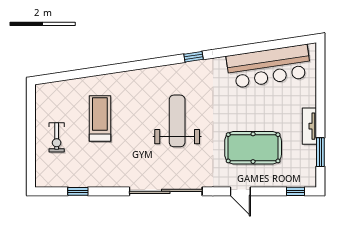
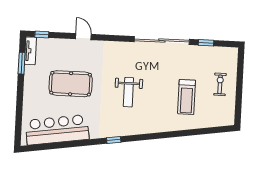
weight bench: (177, 121) -> (128, 92), width x0.73, depth x0.75
tv unit: (309, 126) -> (31, 51), moved
pool table: (253, 148) -> (71, 84), moved
sliding door: (166, 191) -> (162, 41), moved

